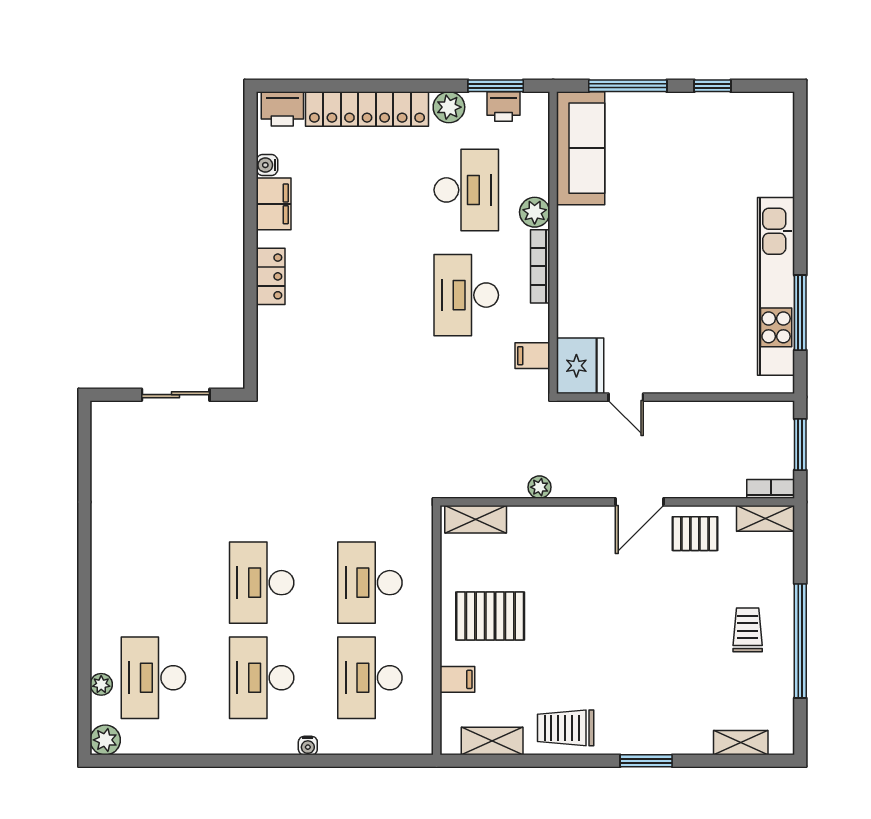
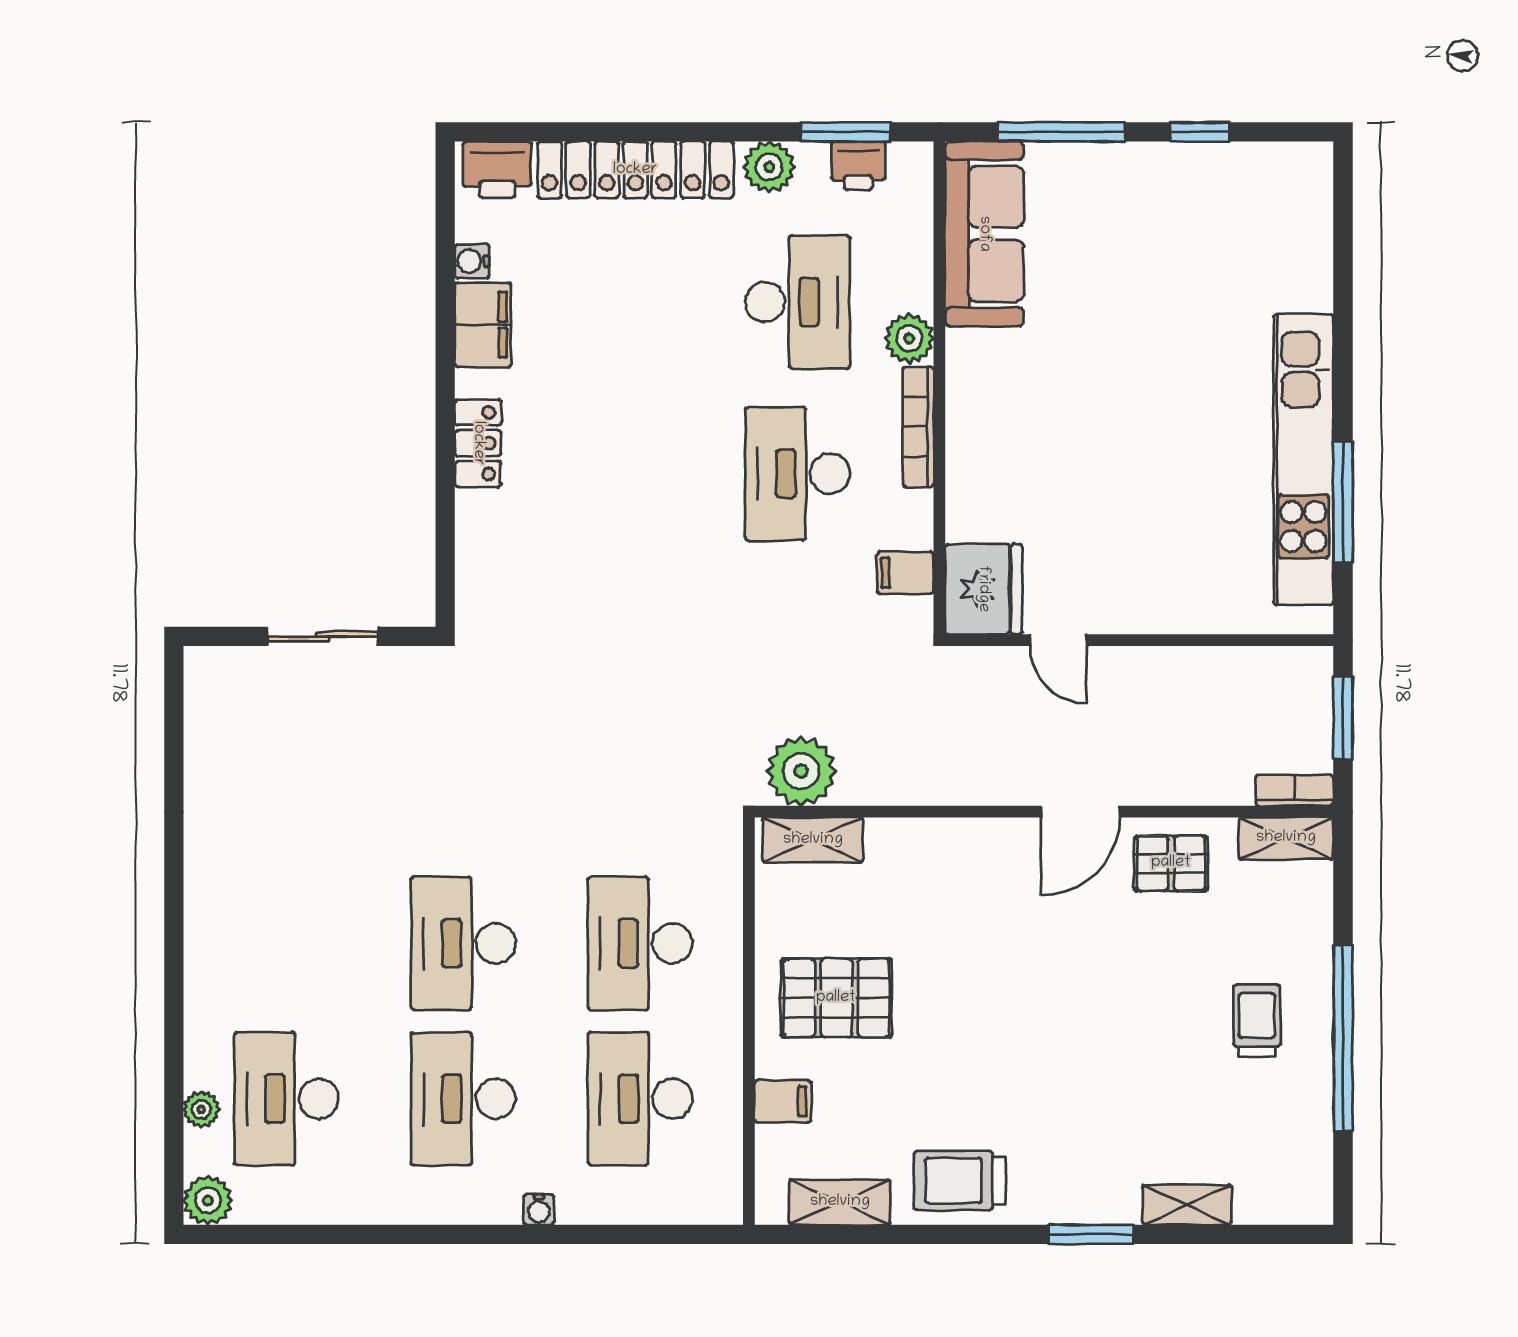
plant: (539, 487) -> (801, 771), moved, width x1.87, depth x1.87
shelving: (741, 743) -> (1187, 1205), moved

